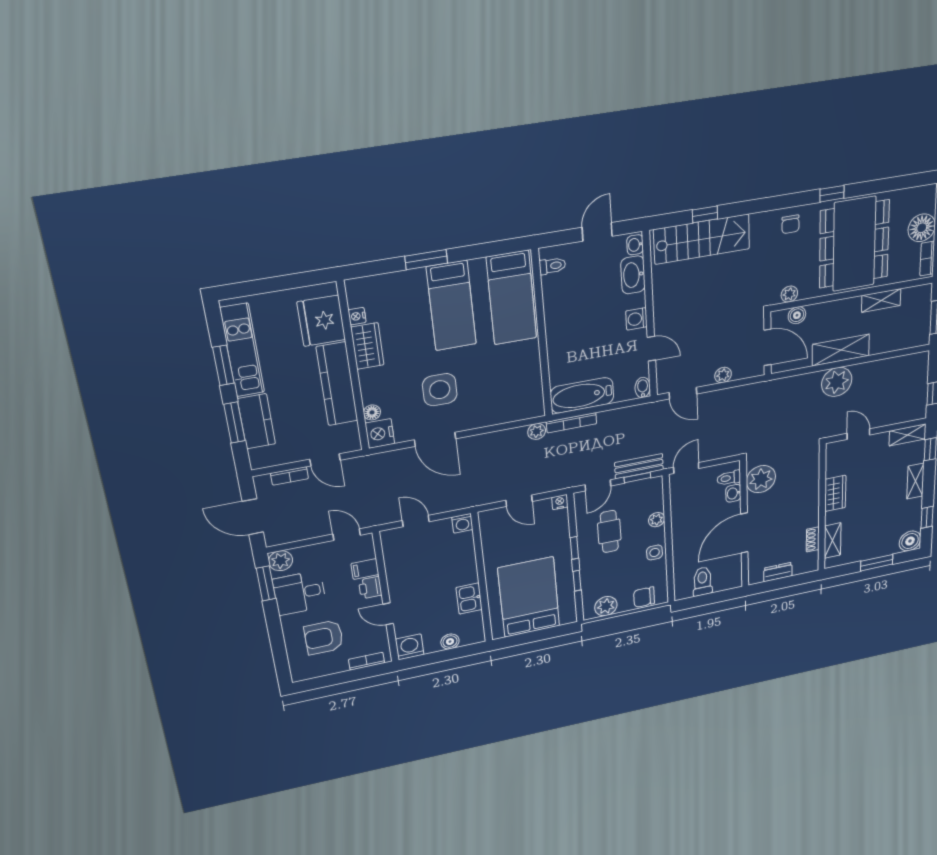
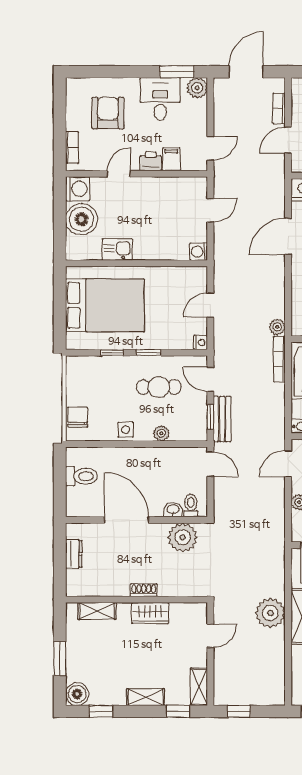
shoe rack: (813, 539) -> (144, 590), moved
plant: (606, 606) -> (77, 379), removed
boiler: (450, 642) -> (81, 219), width x1.86, depth x1.86

